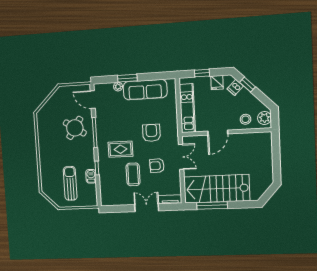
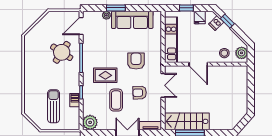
door: (93, 100) -> (81, 26), hinge flipped
door: (218, 133) -> (198, 64), hinge flipped
stairs: (217, 189) -> (187, 121), width x0.73, depth x0.66
plant: (108, 198) -> (90, 122), added

